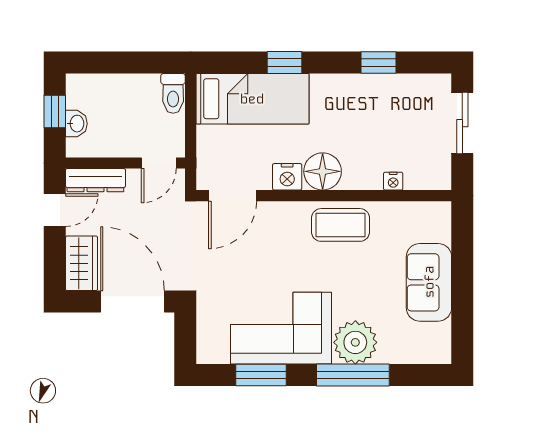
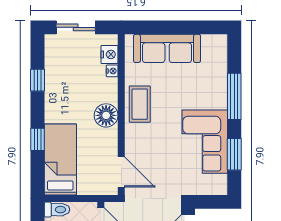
nightstand: (287, 177) -> (109, 54), moved
sofa: (429, 282) -> (167, 48), width x1.36
plant: (355, 342) -> (214, 95), removed

